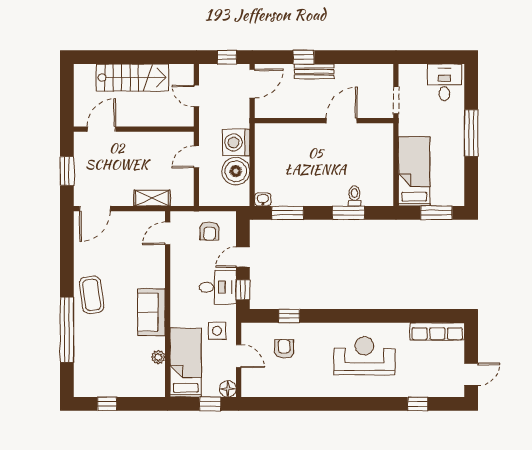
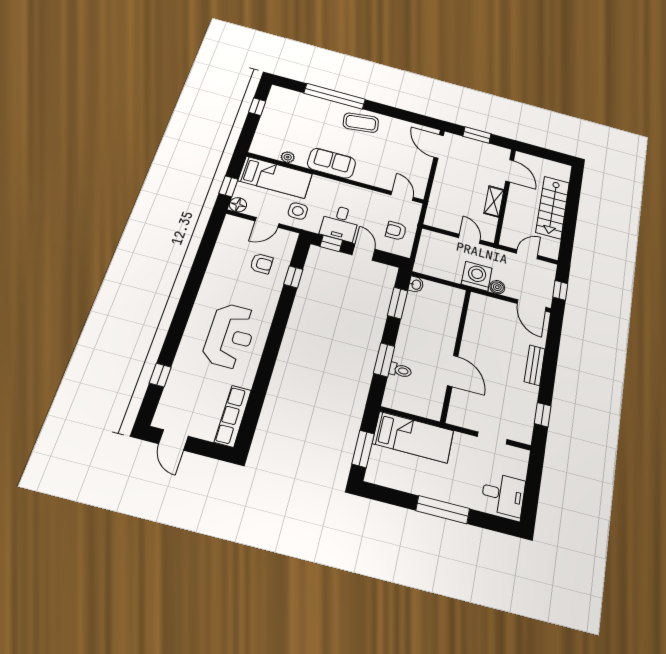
window: (304, 57) -> (543, 415), moved
wall: (324, 121) -> (456, 354), moved
door: (342, 121) -> (453, 371), moved
boiler: (236, 171) -> (497, 287), moved, width x0.54, depth x0.54
shelving: (152, 198) -> (494, 201), moved

